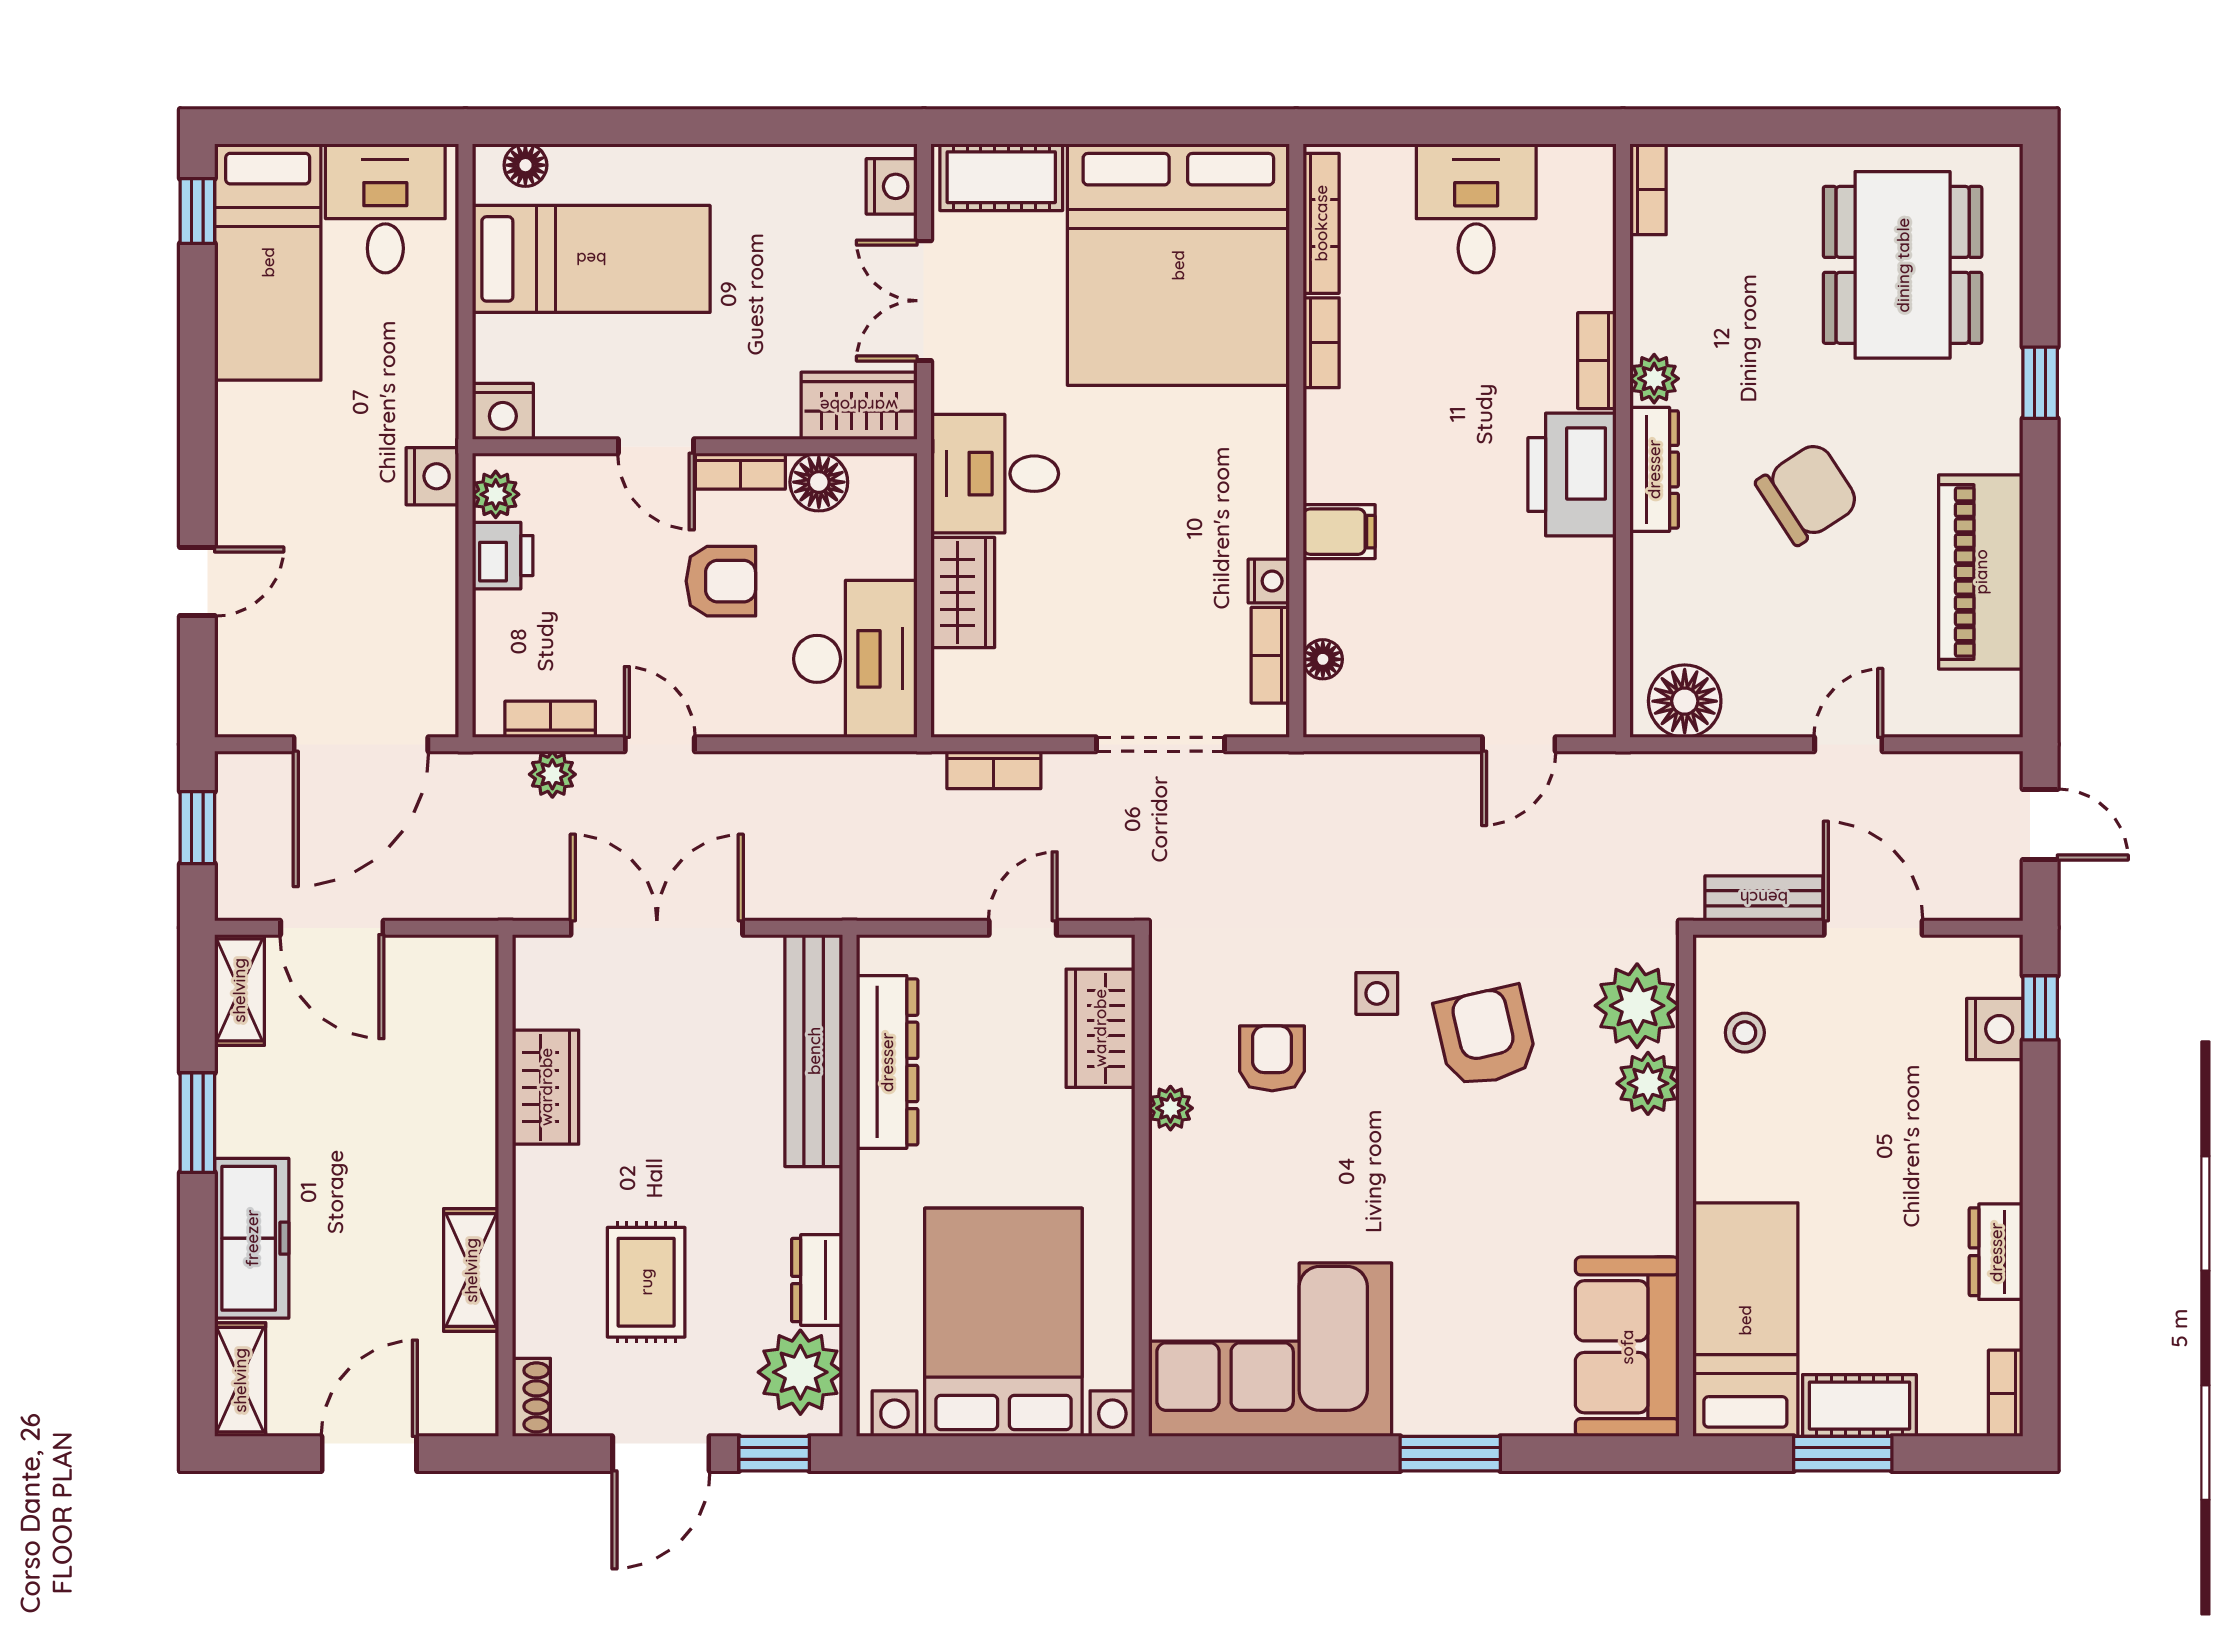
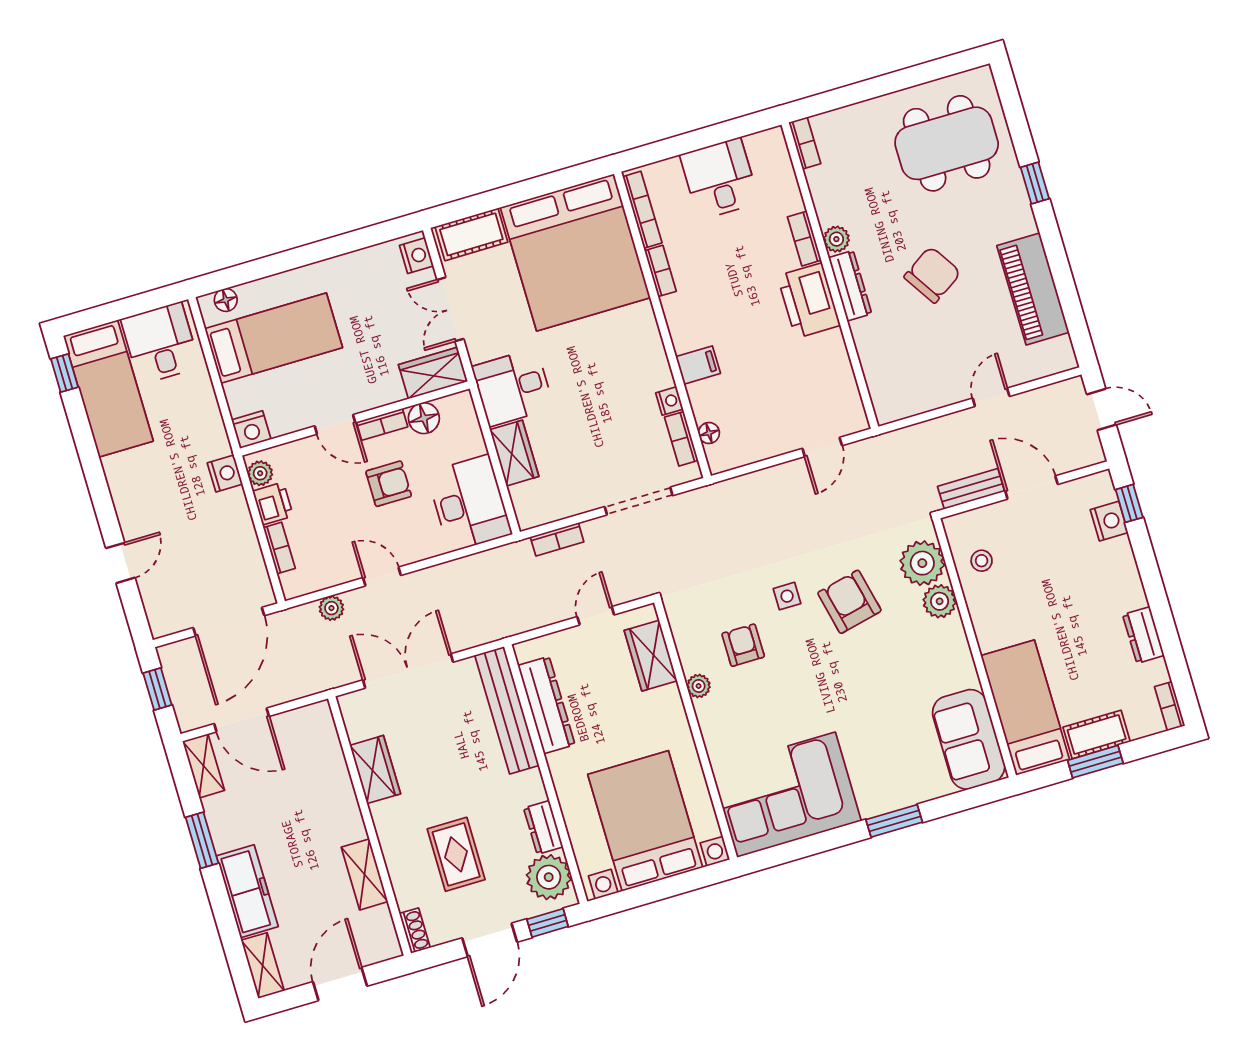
dining table: (1903, 265) -> (947, 143), turned 90
floor lamp: (1685, 701) -> (901, 400), removed
bookcase: (550, 719) -> (279, 548), moved, turned 90

